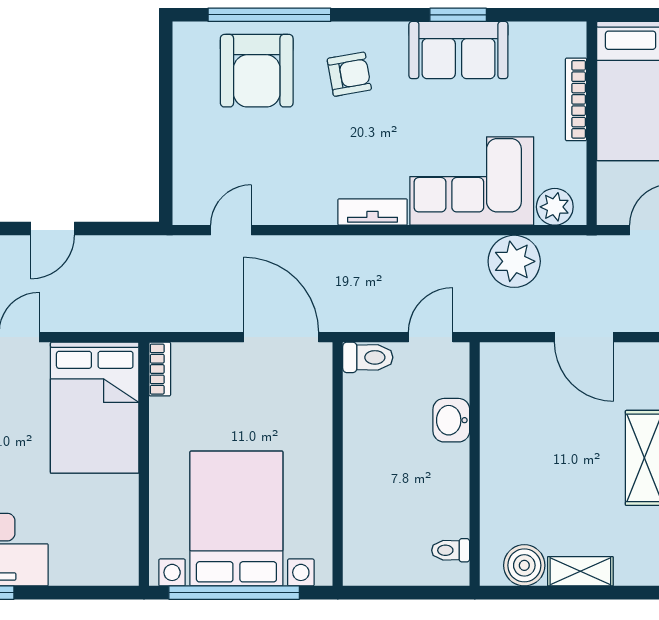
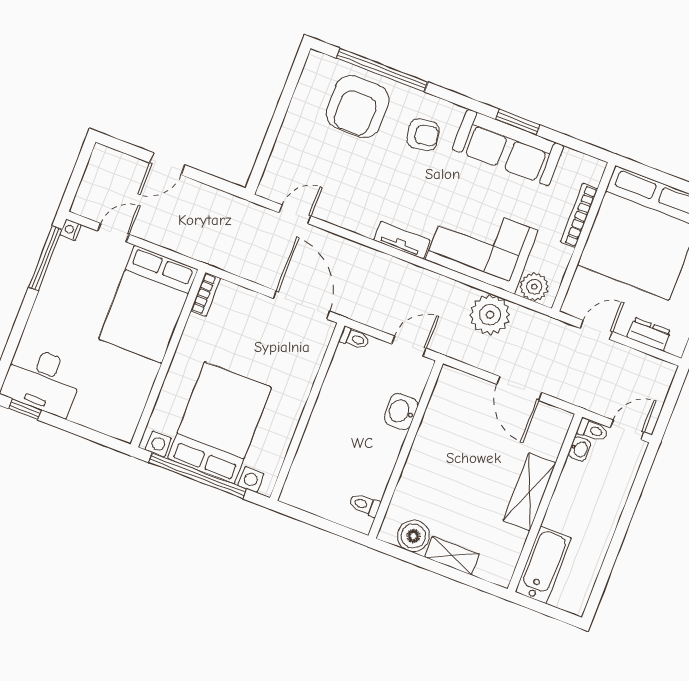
sofa: (458, 50) -> (508, 148), width x1.36
toilet: (368, 357) -> (354, 338), width x0.73, depth x0.72

